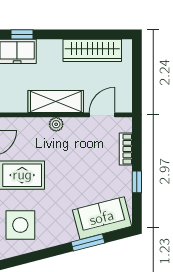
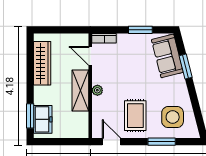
window: (22, 34) -> (30, 116), width x1.50
bookcase: (126, 149) -> (104, 38), moved
window: (137, 182) -> (140, 30), width x1.50

